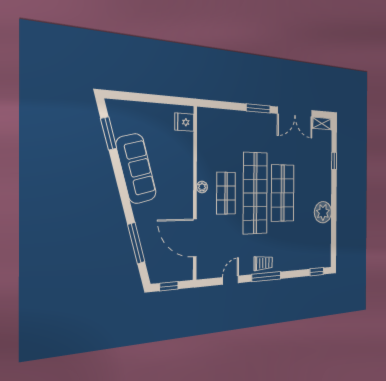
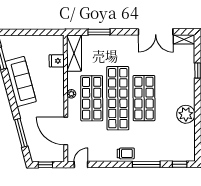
window: (258, 108) -> (99, 32), moved
fridge: (184, 122) -> (57, 61), moved
shelving: (206, 132) -> (74, 53), added
shop shelf: (226, 193) -> (92, 98), width x1.43, depth x1.36
window: (266, 277) -> (146, 164), moved
door: (231, 280) -> (81, 165), moved

